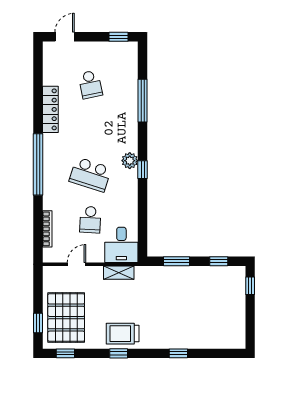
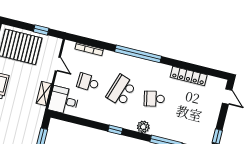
school desk: (90, 84) -> (154, 99), moved
locker: (50, 109) -> (189, 76), moved
plant: (130, 161) -> (143, 127), moved
window: (38, 323) -> (41, 30), moved

